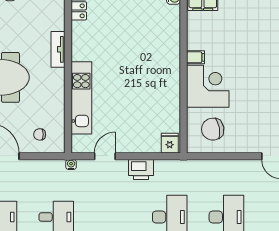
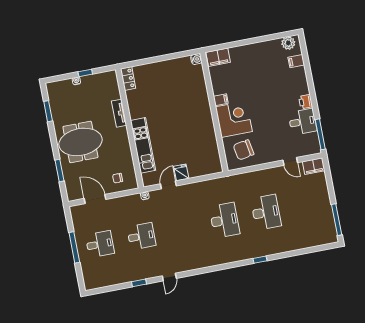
fridge: (170, 143) -> (181, 172), moved
printer: (141, 169) -> (197, 189), removed

